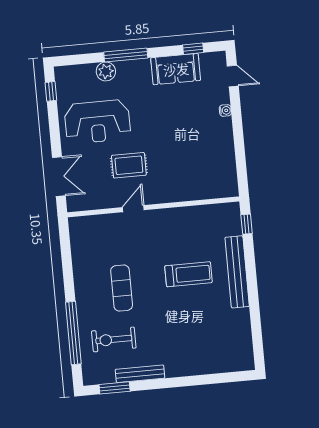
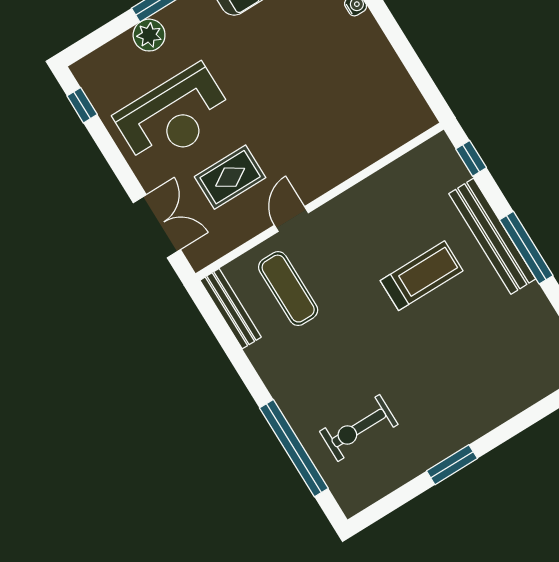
rug: (129, 165) -> (230, 177), moved
window: (252, 287) -> (526, 248), added
exercise mat: (122, 288) -> (288, 289), moved
bench: (140, 374) -> (231, 309), moved, turned 90
window: (115, 388) -> (452, 465), moved

